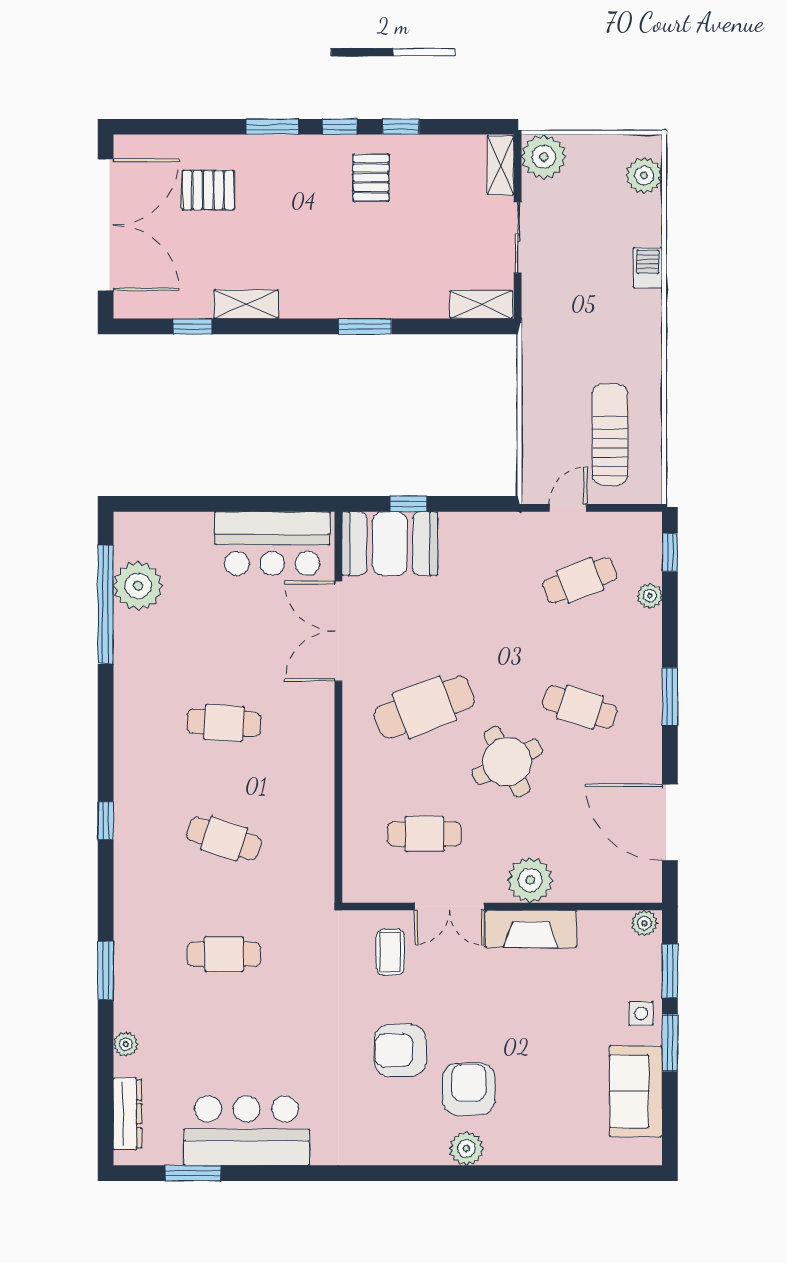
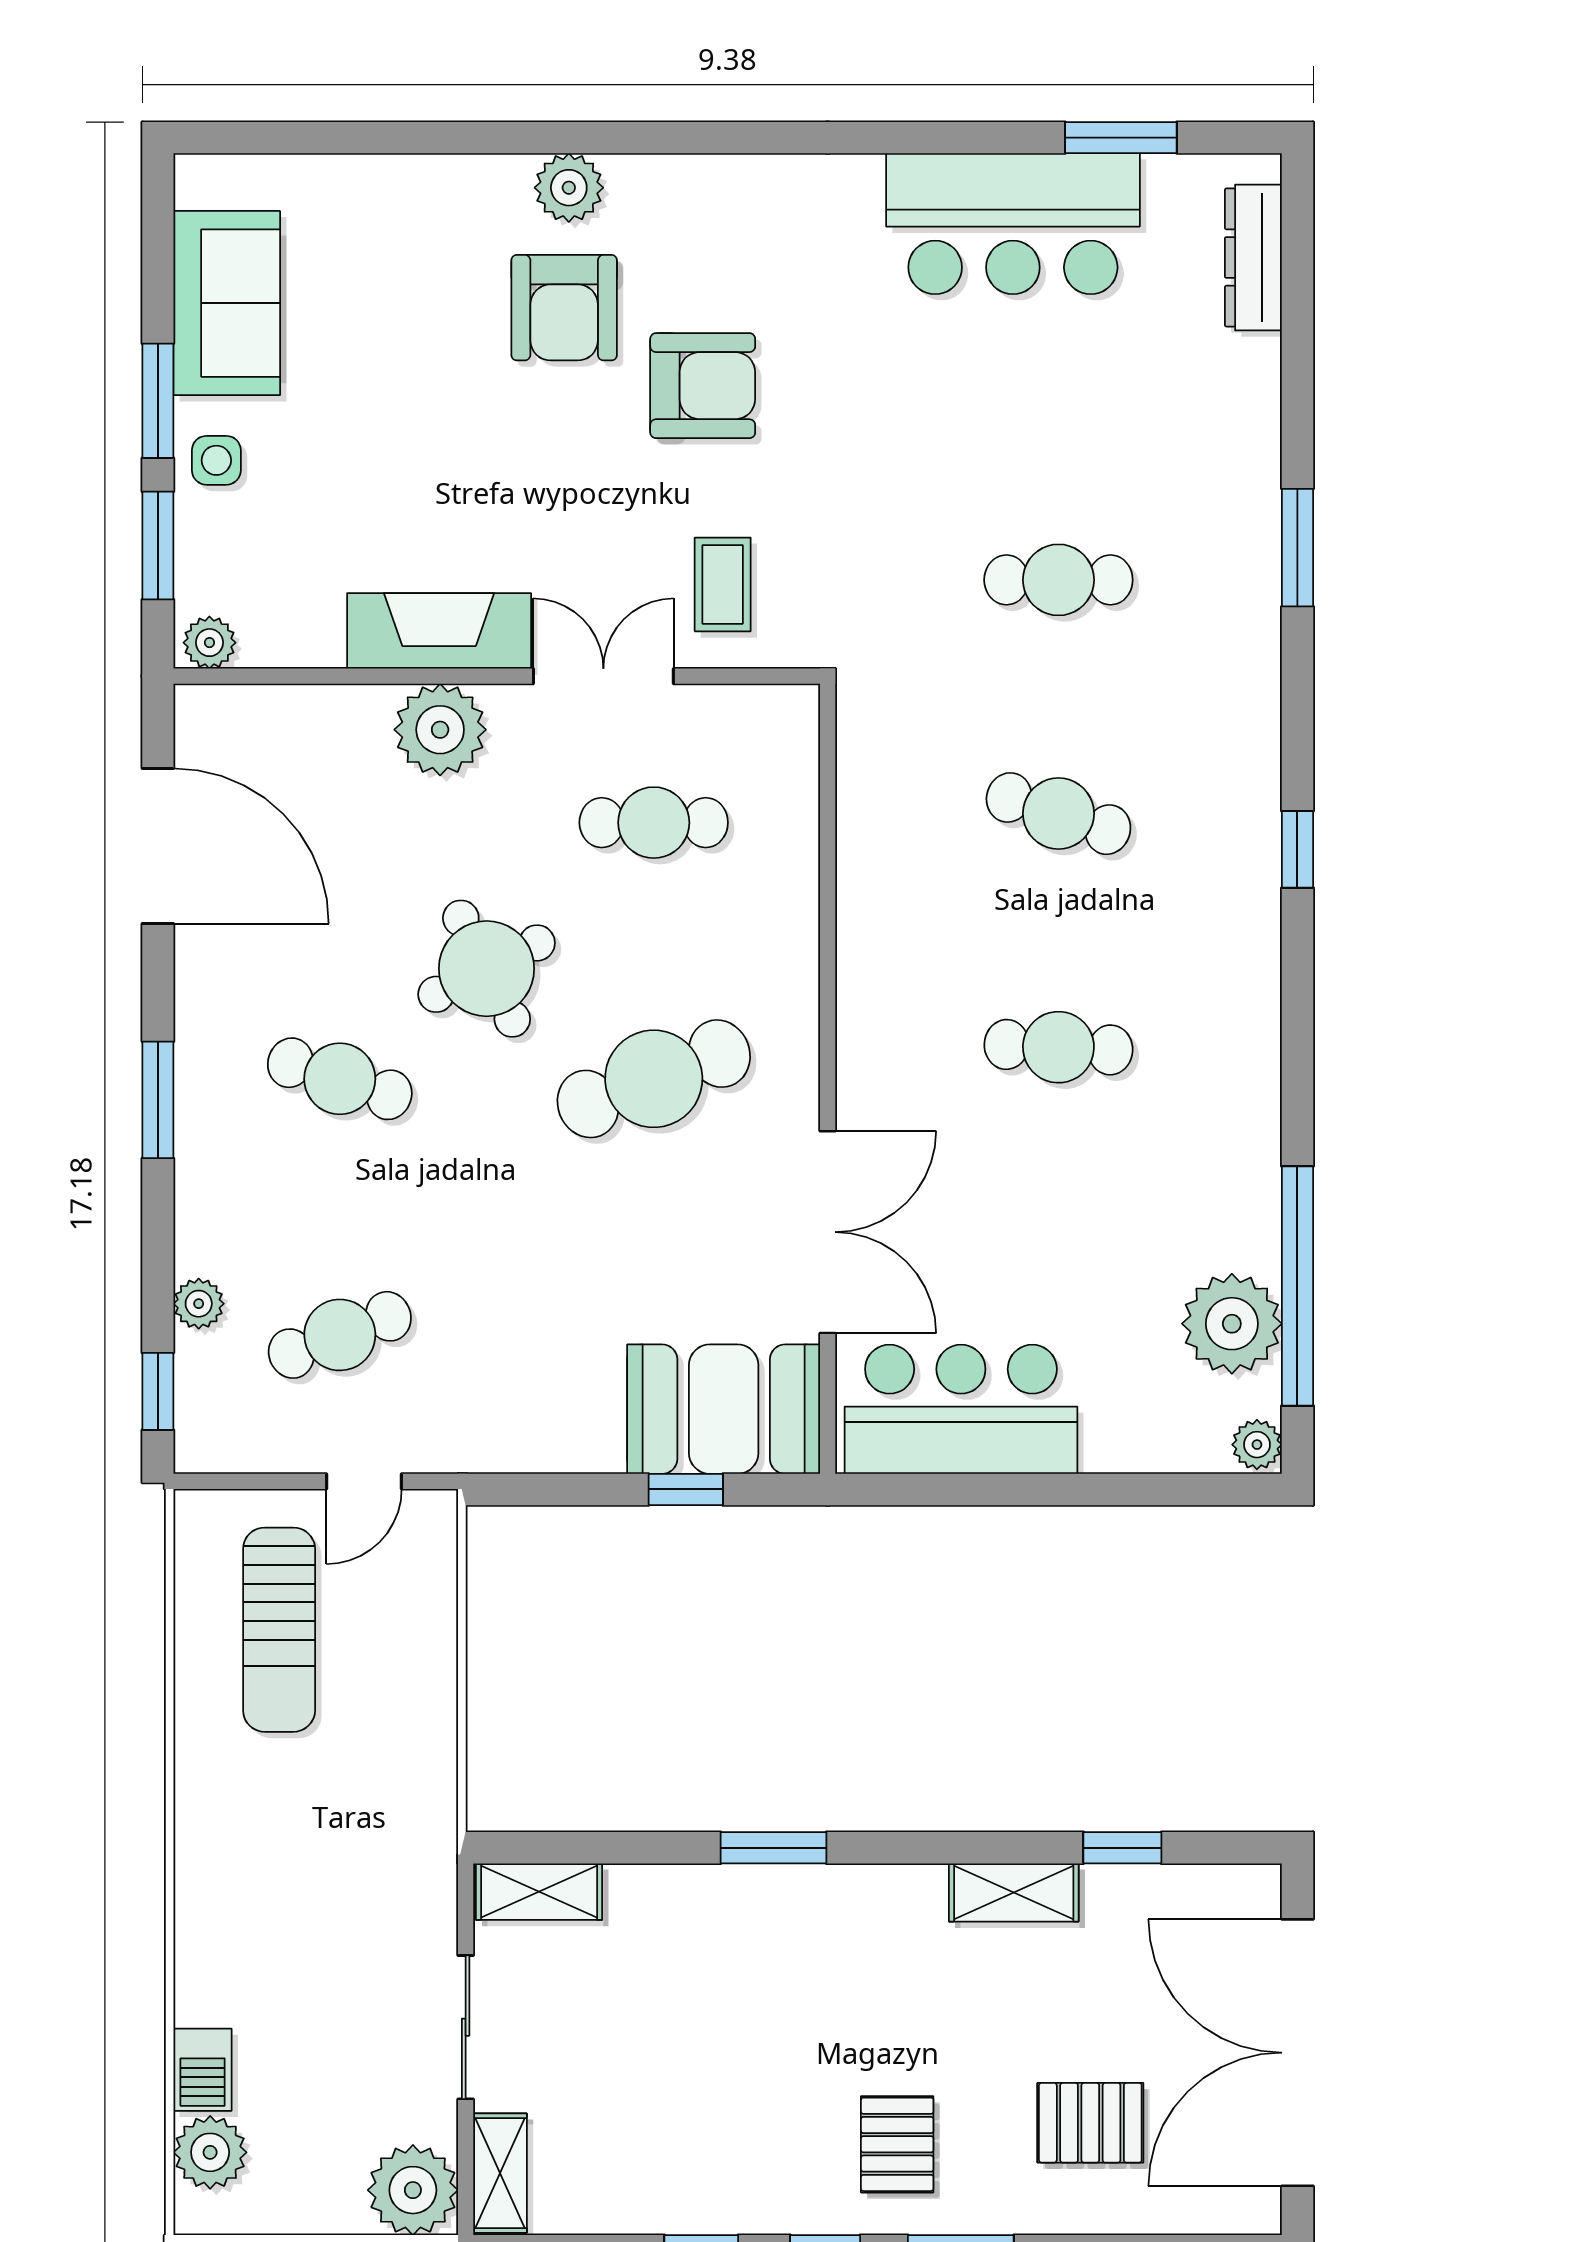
pallet: (371, 178) -> (897, 2144), moved
barbecue: (648, 268) -> (203, 2070), moved
plant: (126, 1044) -> (1257, 1445), moved

